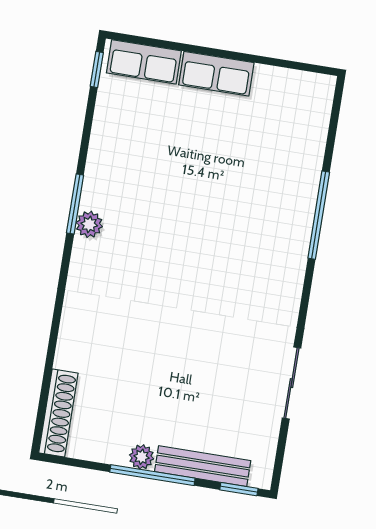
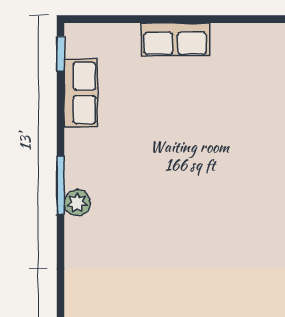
row of seats: (144, 62) -> (81, 93), moved, turned -90

